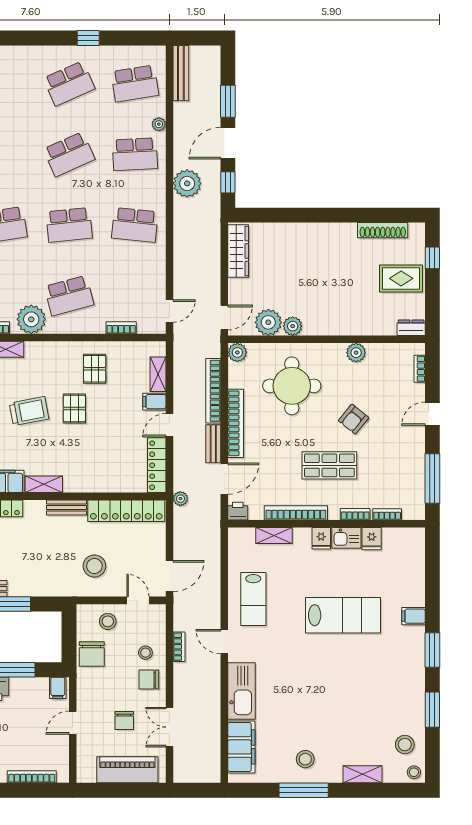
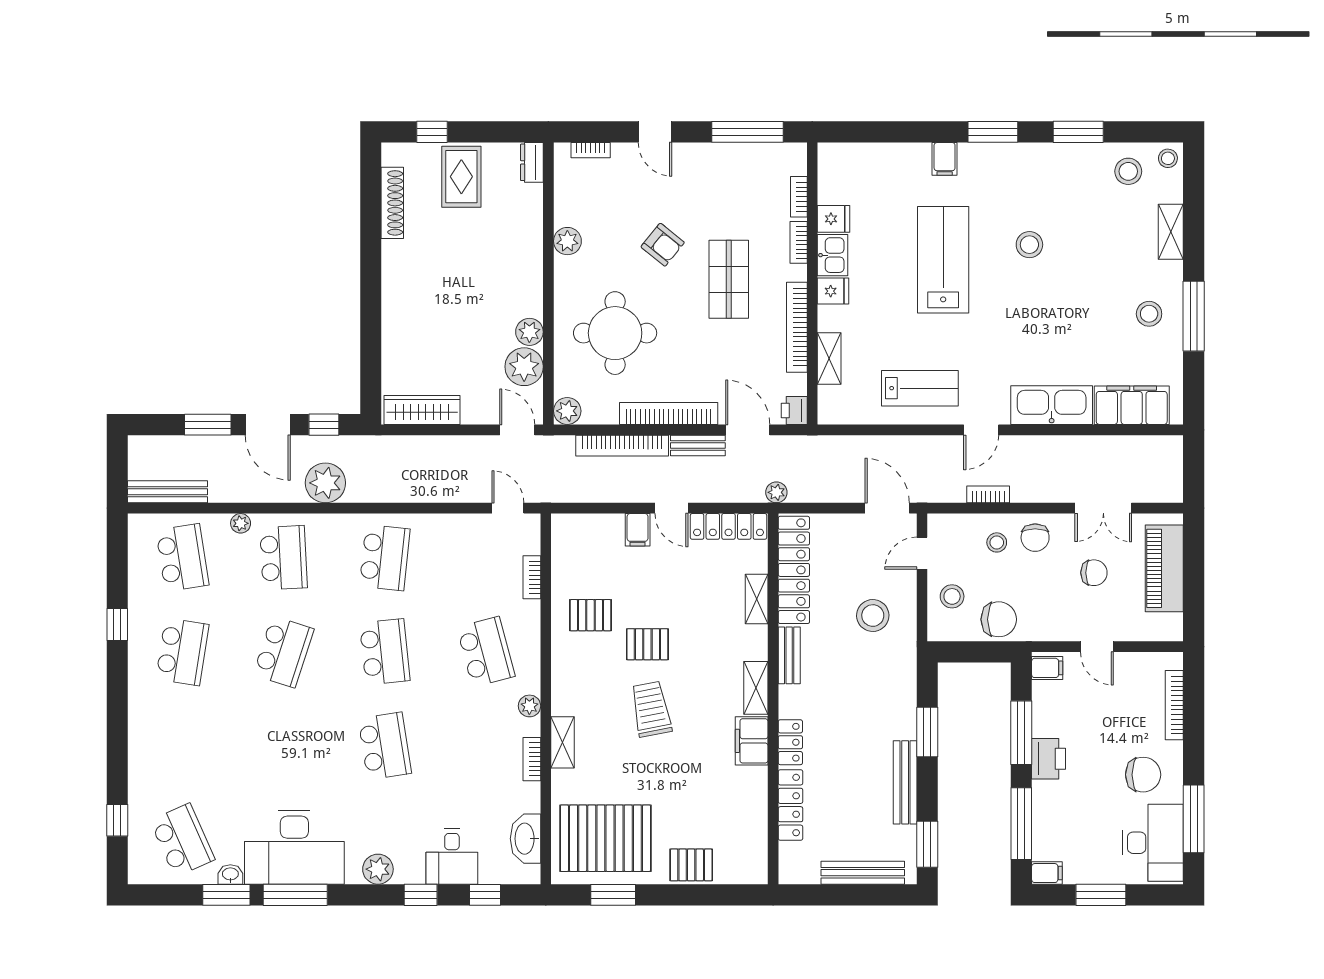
school desk: (69, 84) -> (182, 652), turned 33
school desk: (69, 154) -> (284, 652), turned 42
plant: (31, 319) -> (529, 706), width x0.53, depth x0.53
shelving: (158, 374) -> (757, 599), moved, turned 90
stool: (354, 675) -> (1029, 245), added

